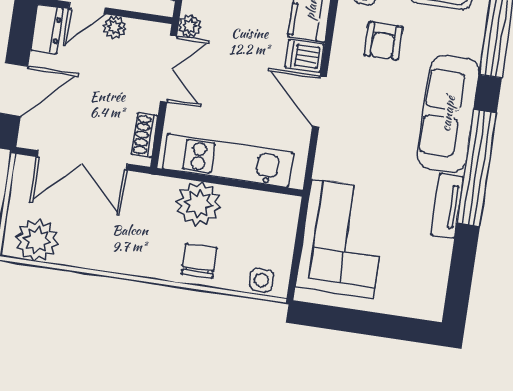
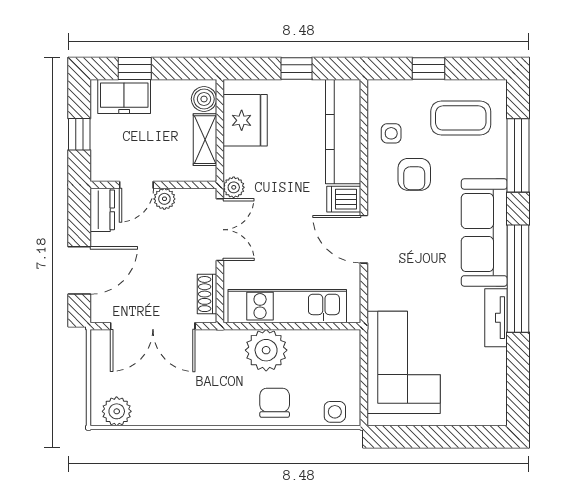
plant: (37, 240) -> (117, 411), width x0.73, depth x0.73

